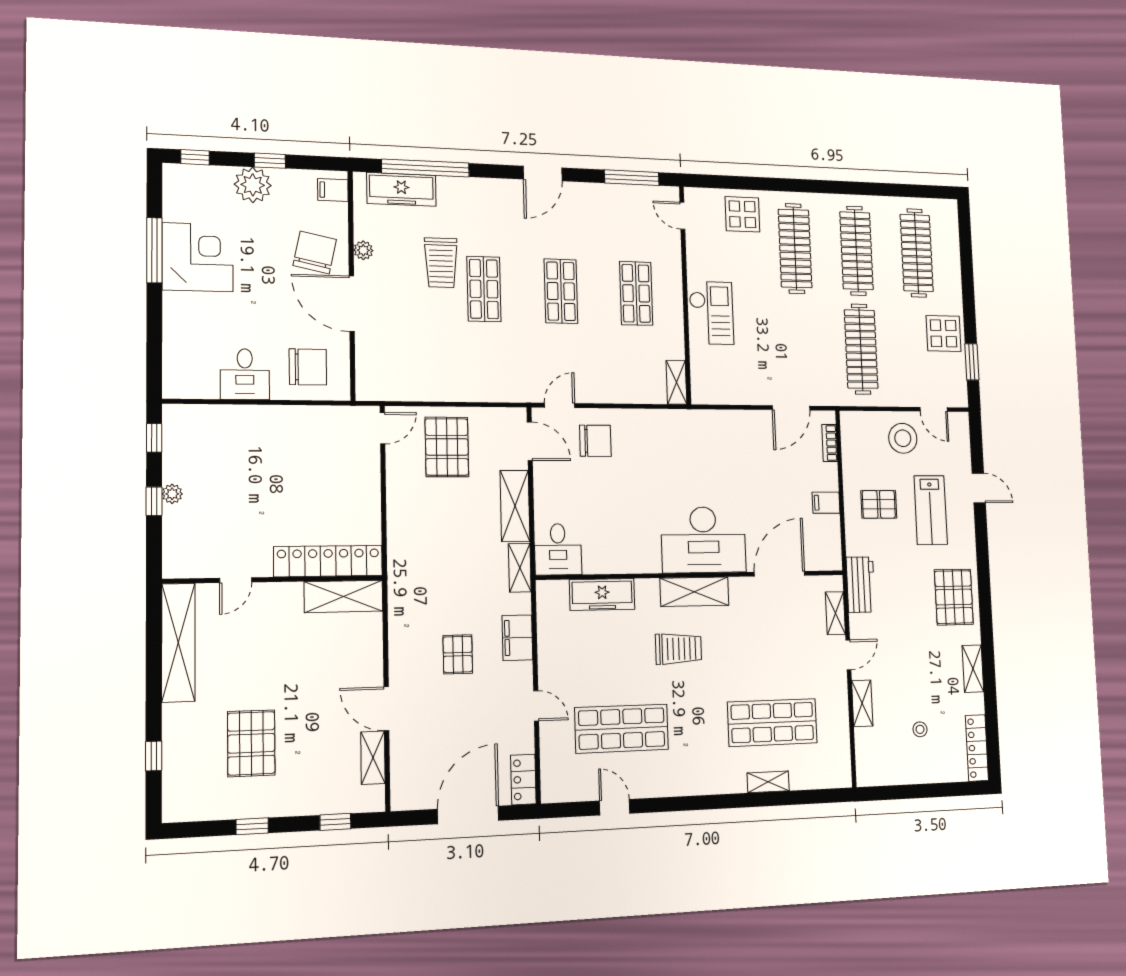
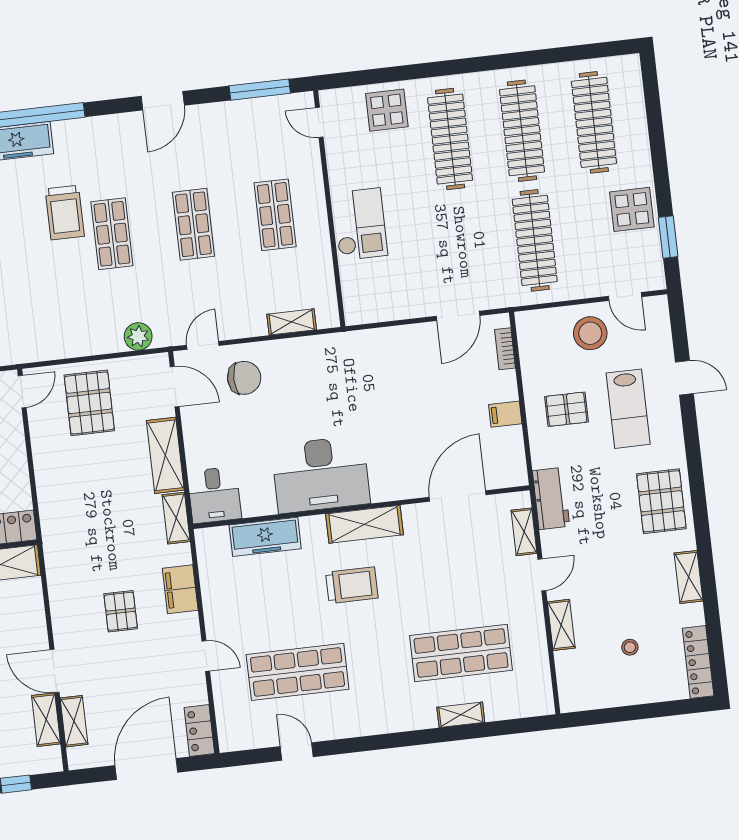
shelving: (676, 382) -> (292, 322), moved, turned 90
plant: (500, 389) -> (138, 336), added
desk: (703, 540) -> (321, 474), moved
shelving: (401, 761) -> (74, 721), added

